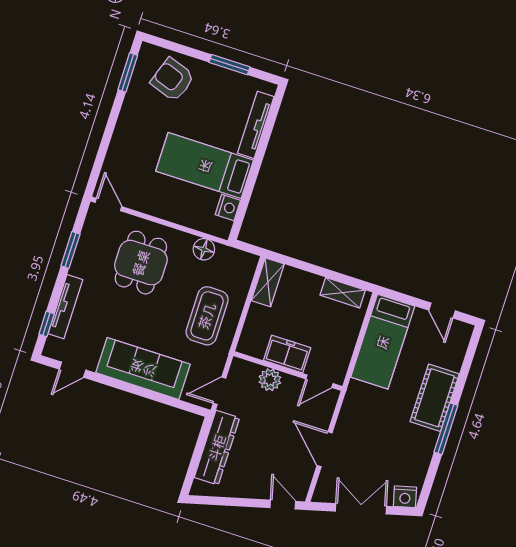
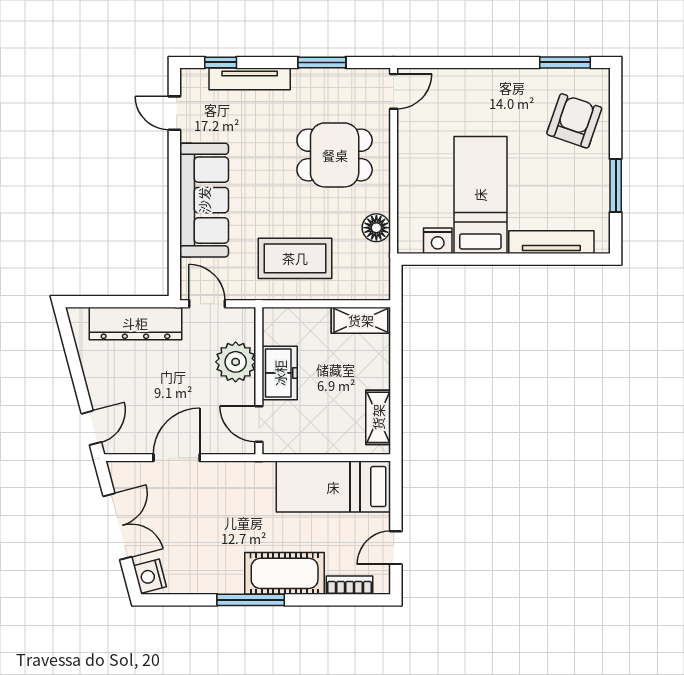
bookcase: (458, 353) -> (350, 585), added
plant: (270, 380) -> (236, 362), width x1.36, depth x1.36

